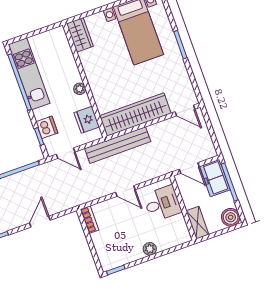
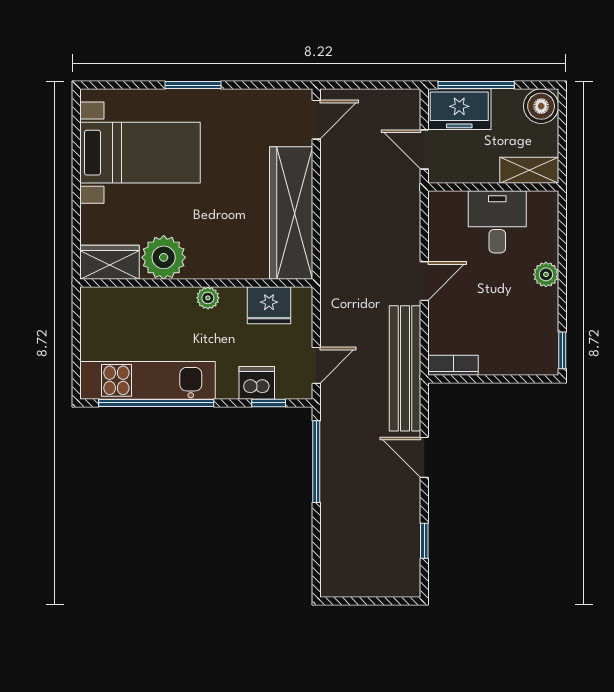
plant: (92, 60) -> (164, 257), added
bench: (118, 145) -> (405, 368), moved
door: (189, 168) -> (424, 150), swing flipped
desk: (162, 203) -> (497, 222), moved

